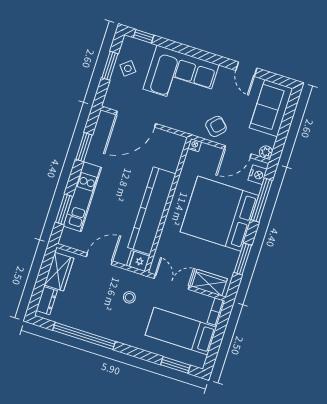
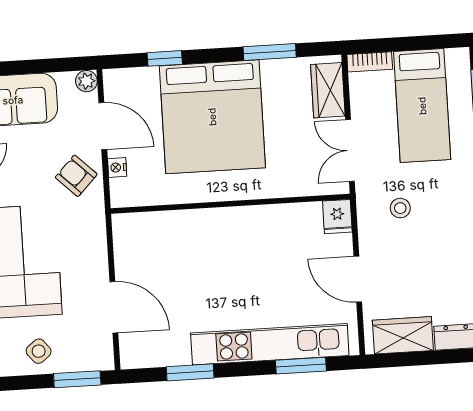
window: (110, 66) -> (77, 379), moved
door: (136, 119) -> (114, 307), width x0.73
nightstand: (195, 145) -> (117, 167), moved
nightstand: (258, 175) -> (127, 80), removed
kitchen unit: (82, 197) -> (270, 344), width x1.36
window: (262, 200) -> (165, 58), width x0.46
kitchen counter: (152, 211) -> (249, 226), removed

